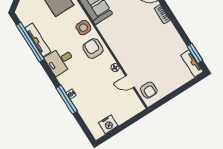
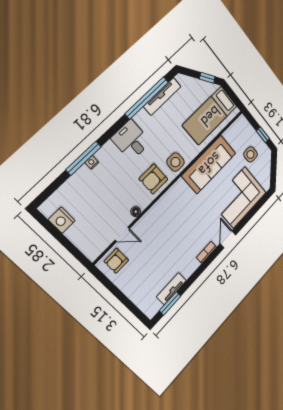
tv unit: (38, 40) -> (162, 96), moved
armchair: (93, 49) -> (153, 179), turned 180
tv unit: (192, 63) -> (171, 289), moved
door: (130, 82) -> (122, 234), swing flipped

